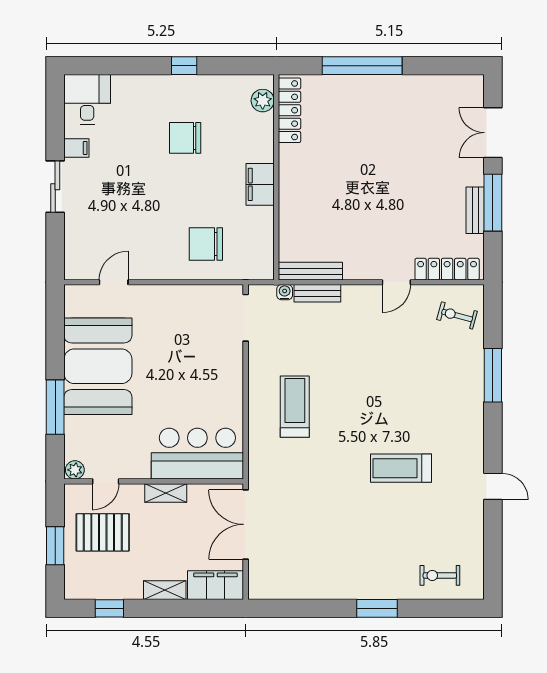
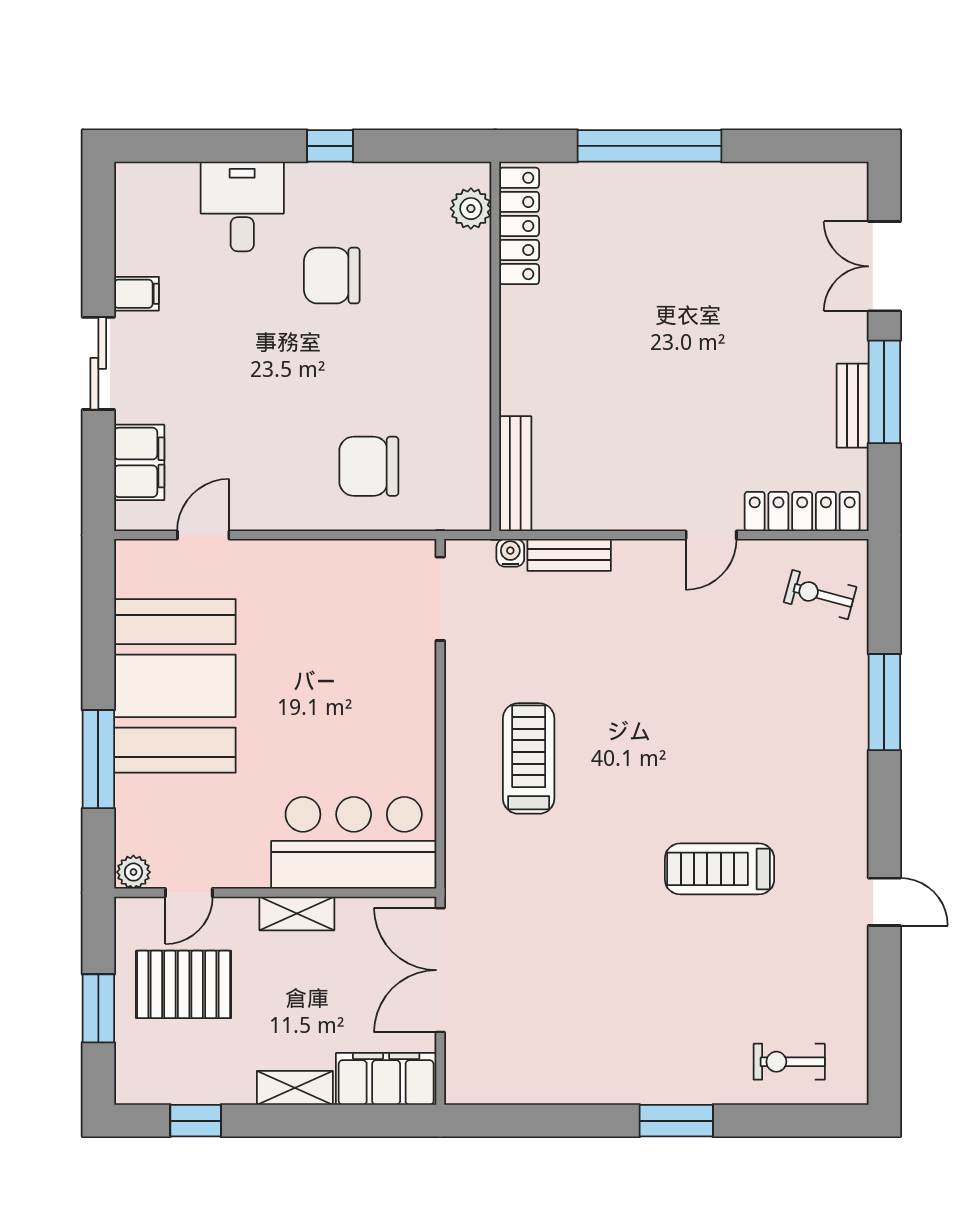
desk: (87, 99) -> (242, 206), moved
filing cabinet: (260, 184) -> (139, 462), moved, turned 180
bench: (310, 271) -> (515, 474), moved, turned 90

